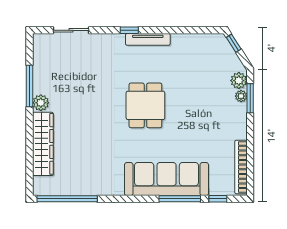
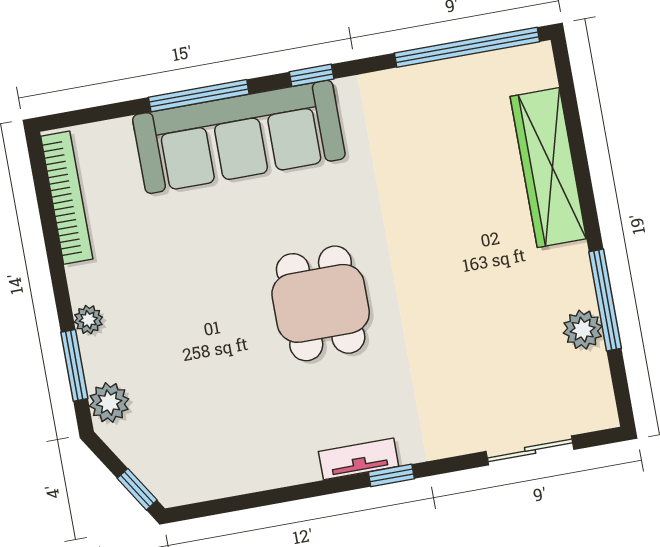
tv unit: (148, 39) -> (359, 459), width x0.71
plant: (241, 96) -> (88, 320), moved
plant: (41, 103) -> (583, 330), moved
window: (218, 199) -> (312, 75), moved

